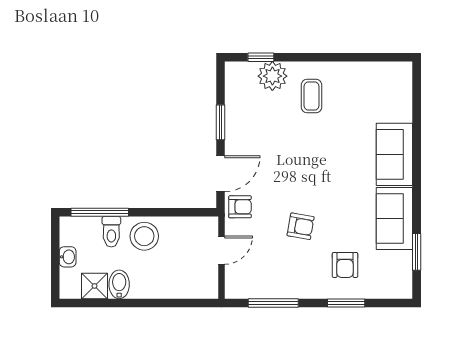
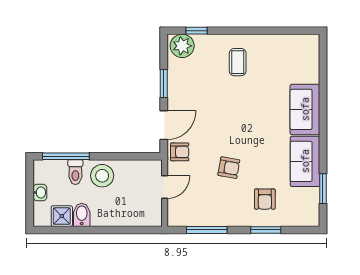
plant: (272, 76) -> (182, 46), moved

